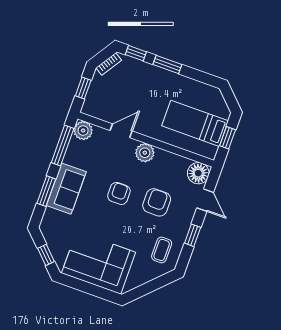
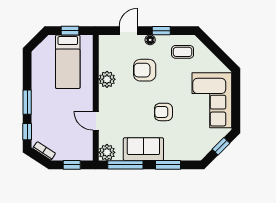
plant: (145, 153) -> (107, 79), moved
floor lamp: (198, 173) -> (150, 40), moved, width x0.53, depth x0.53
sofa: (66, 189) -> (143, 149), moved
armchair: (119, 193) -> (163, 112), moved

